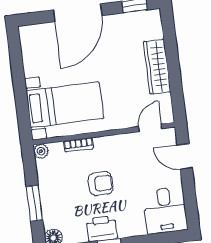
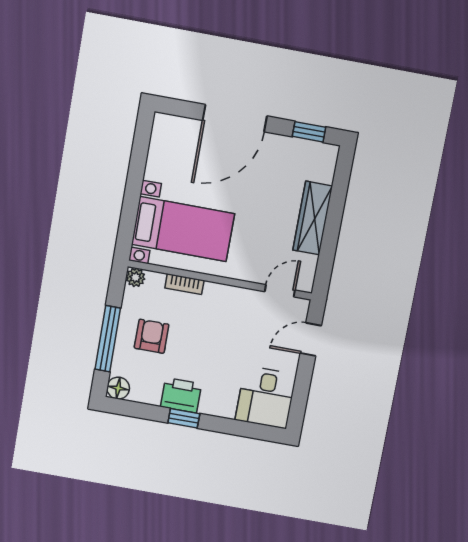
door: (185, 156) -> (311, 339), hinge flipped
armchair: (101, 184) -> (152, 336), moved, turned -90
window: (34, 203) -> (108, 339), width x1.44

